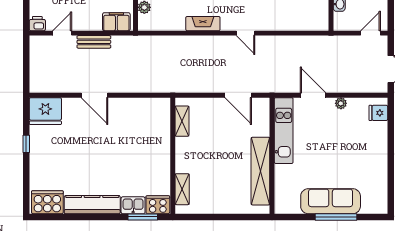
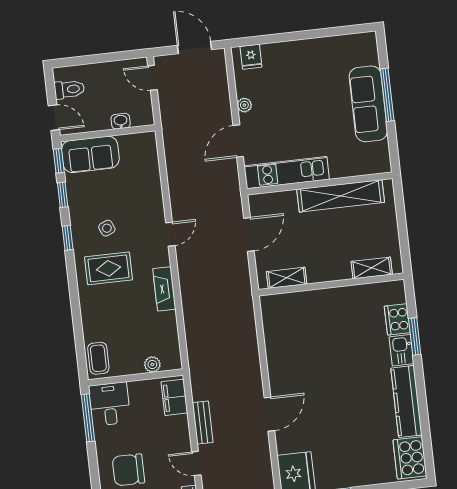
shelving: (182, 121) -> (287, 278), moved
wall: (173, 156) -> (331, 284), moved
shelving: (182, 189) -> (372, 268), moved

